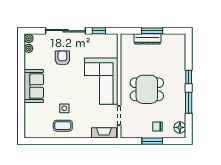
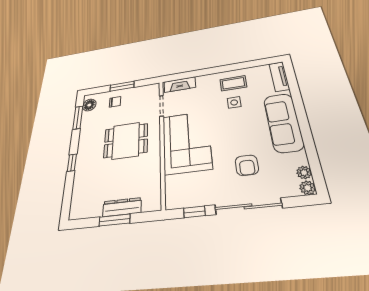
sofa: (34, 86) -> (283, 122), width x1.36
window: (189, 103) -> (78, 118), moved
tv unit: (29, 125) -> (279, 76), added

